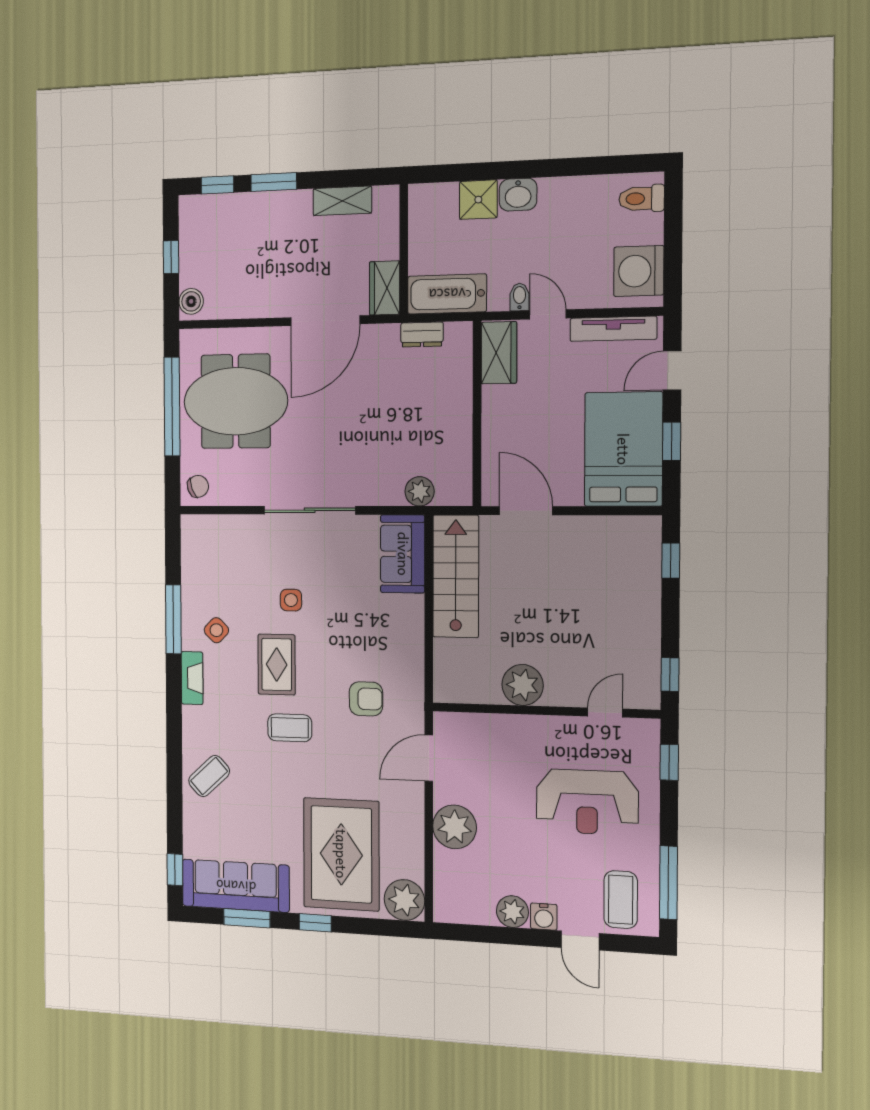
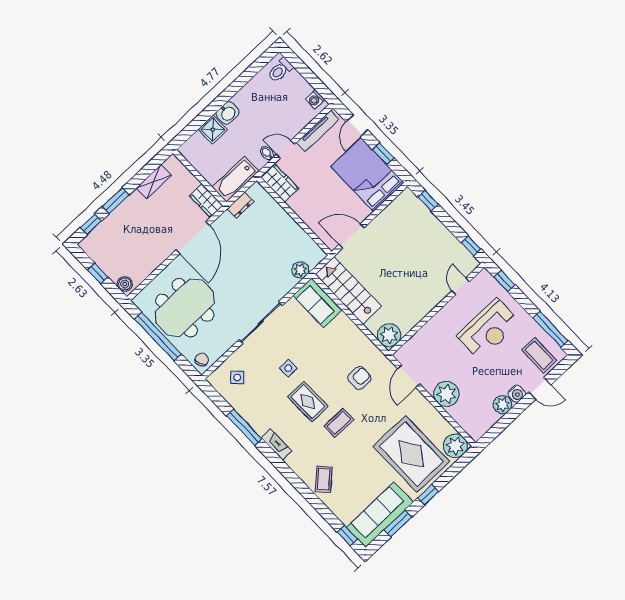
washing machine: (639, 271) -> (315, 99), width x0.53, depth x0.53
side table: (216, 630) -> (237, 377), moved
plant: (523, 685) -> (389, 335), moved

